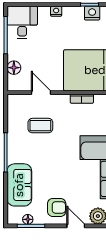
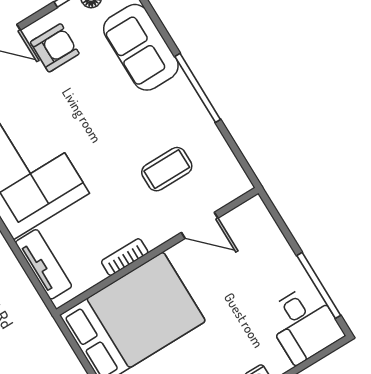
floor lamp: (14, 68) -> (271, 239), removed
armchair: (57, 207) -> (55, 48), turned 180

